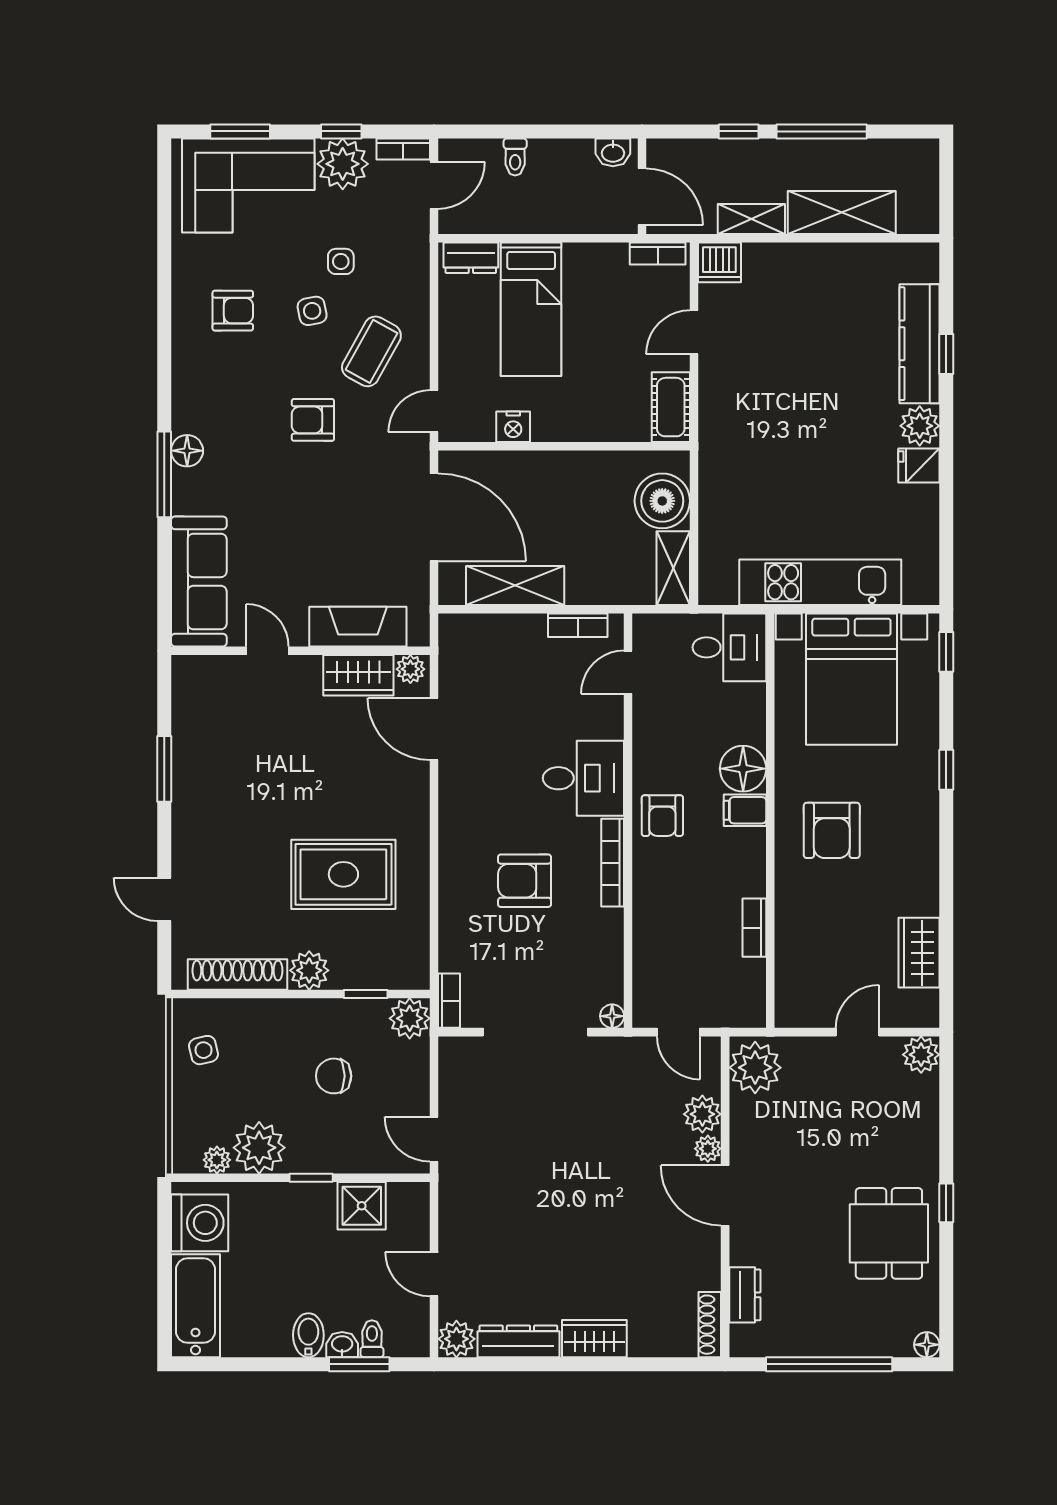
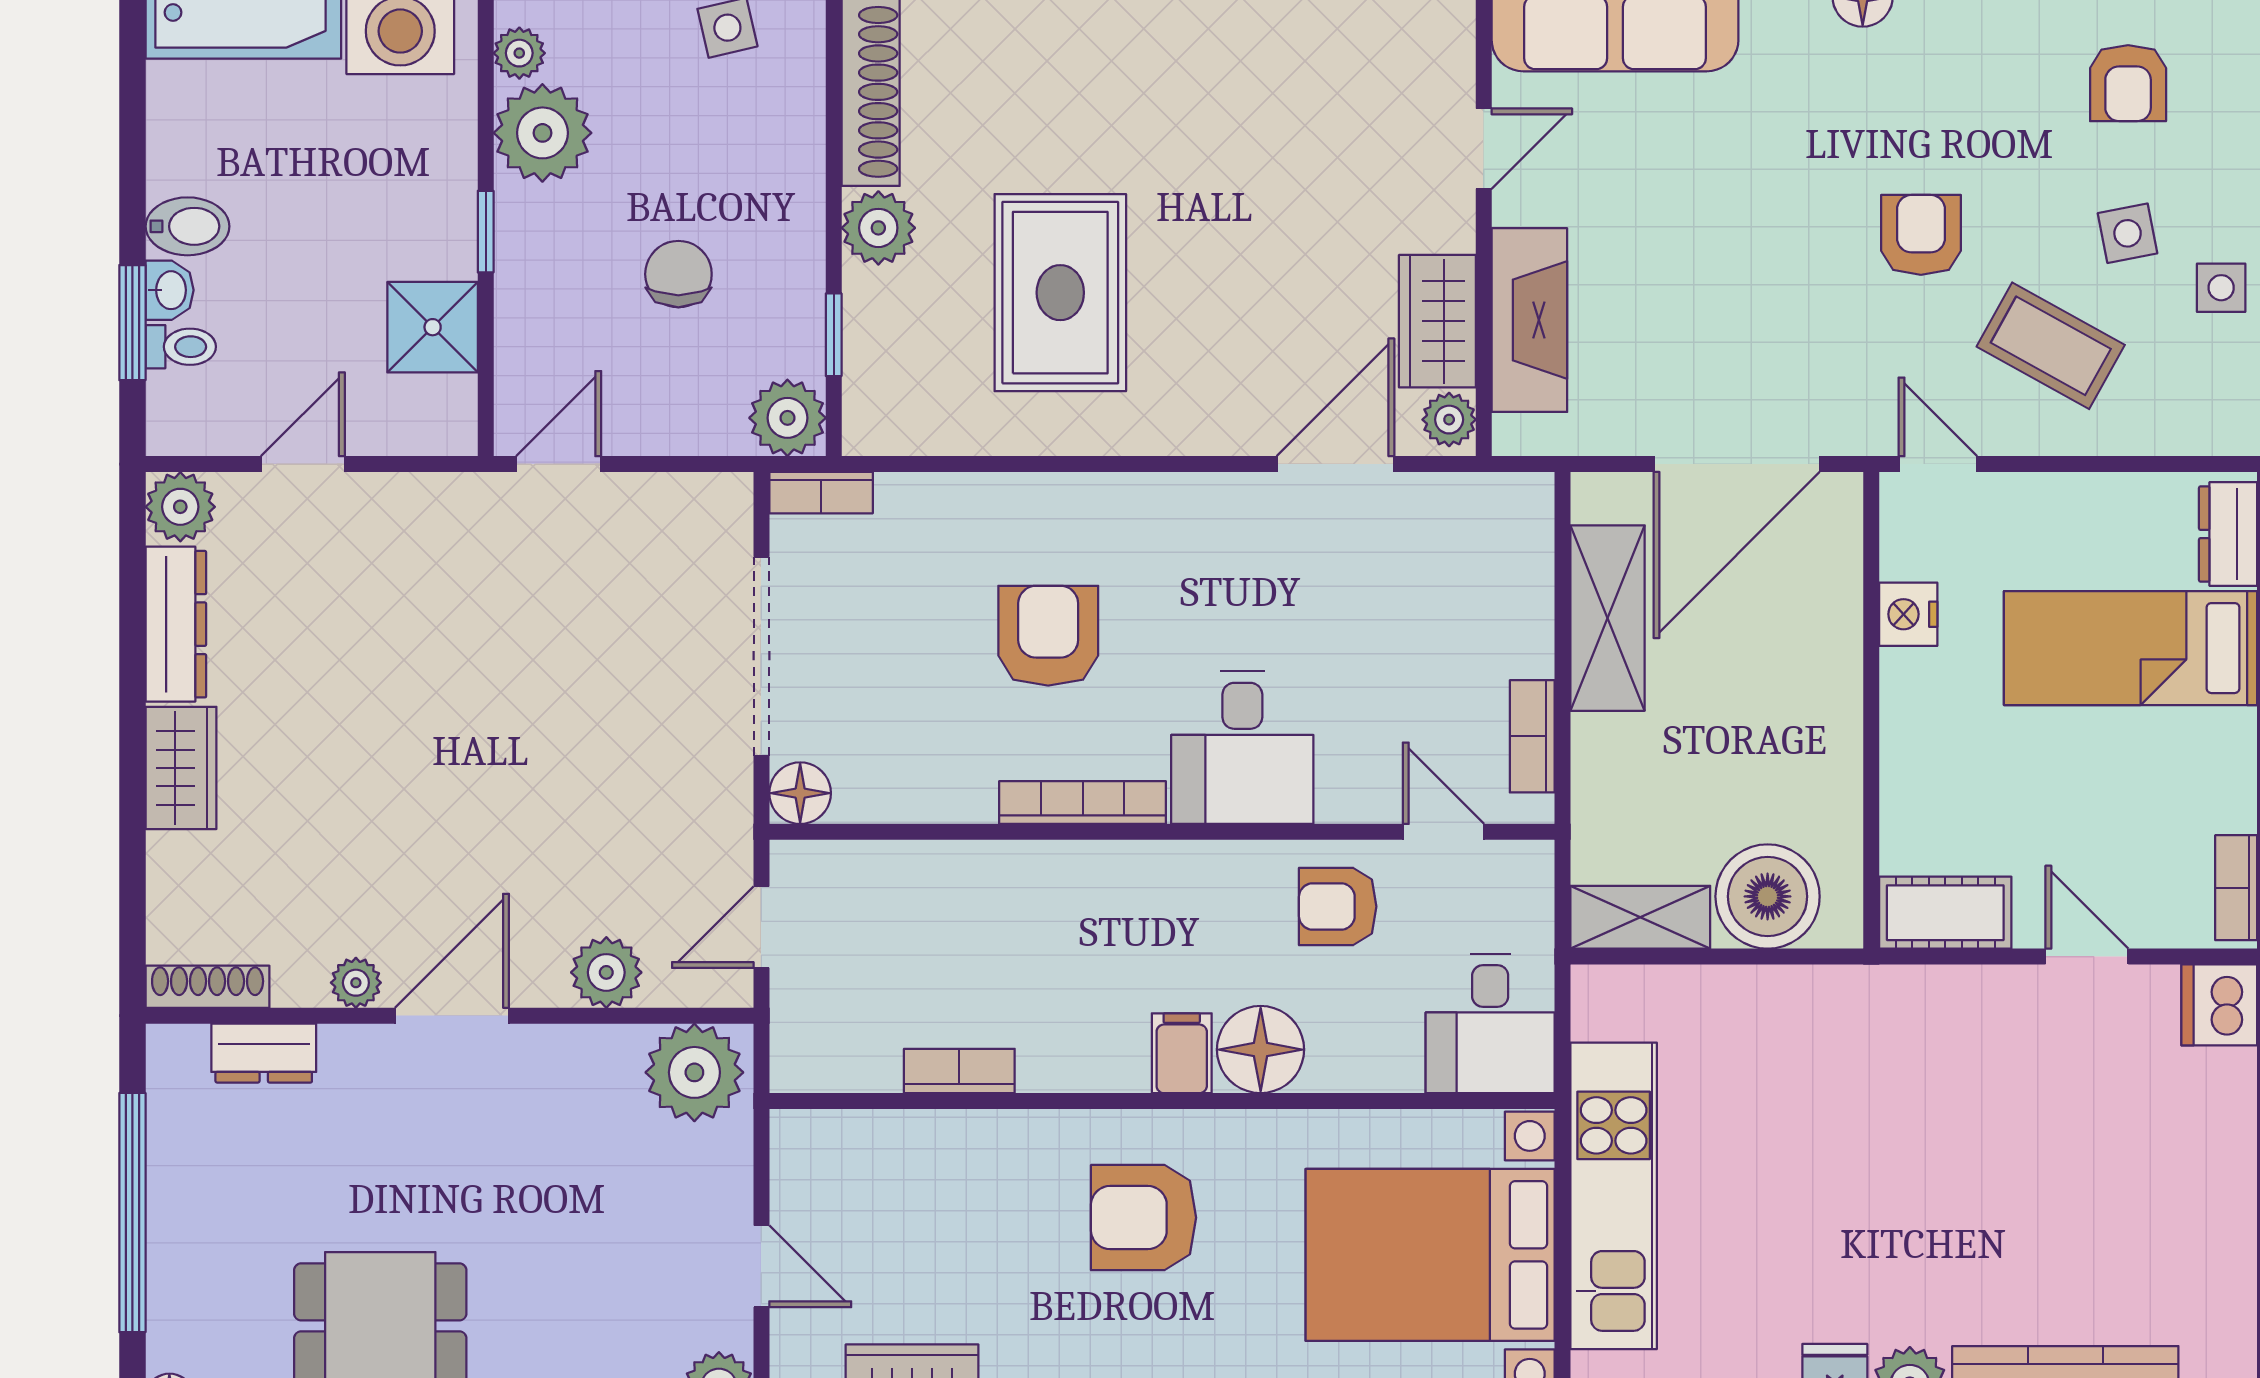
armchair: (662, 816) -> (1338, 907), moved
floor lamp: (612, 1016) -> (800, 793), width x1.37, depth x1.37
plant: (708, 1149) -> (356, 983), moved

